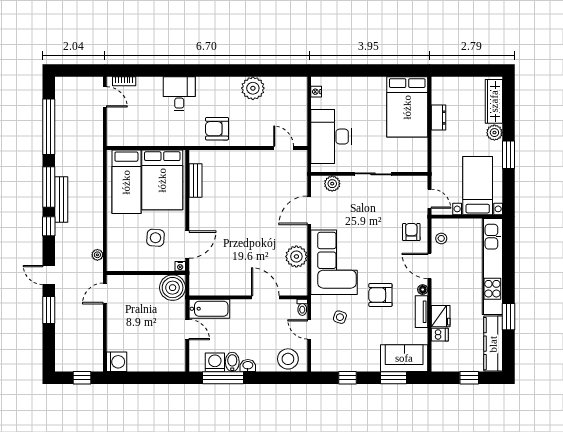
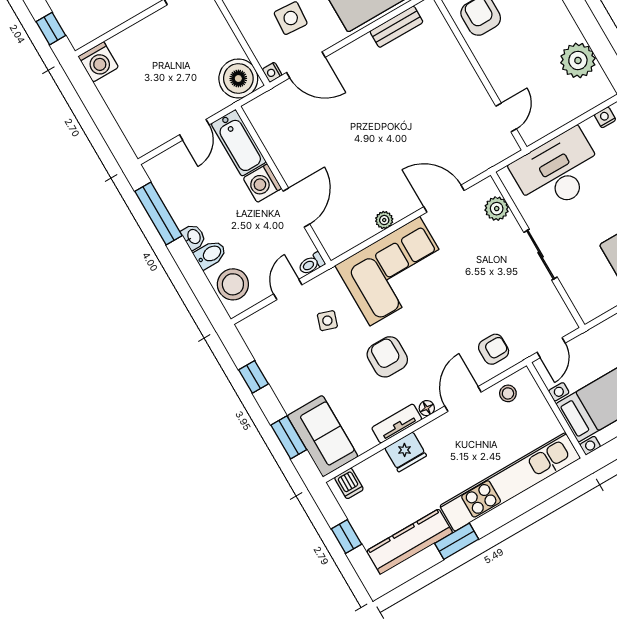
plant: (253, 88) -> (578, 60), moved
plant: (296, 256) -> (384, 220), width x0.53, depth x0.53
dishwasher: (440, 335) -> (349, 483), moved
washing machine: (215, 362) -> (262, 183), moved, turned 180
bidet: (232, 362) -> (210, 254), moved

